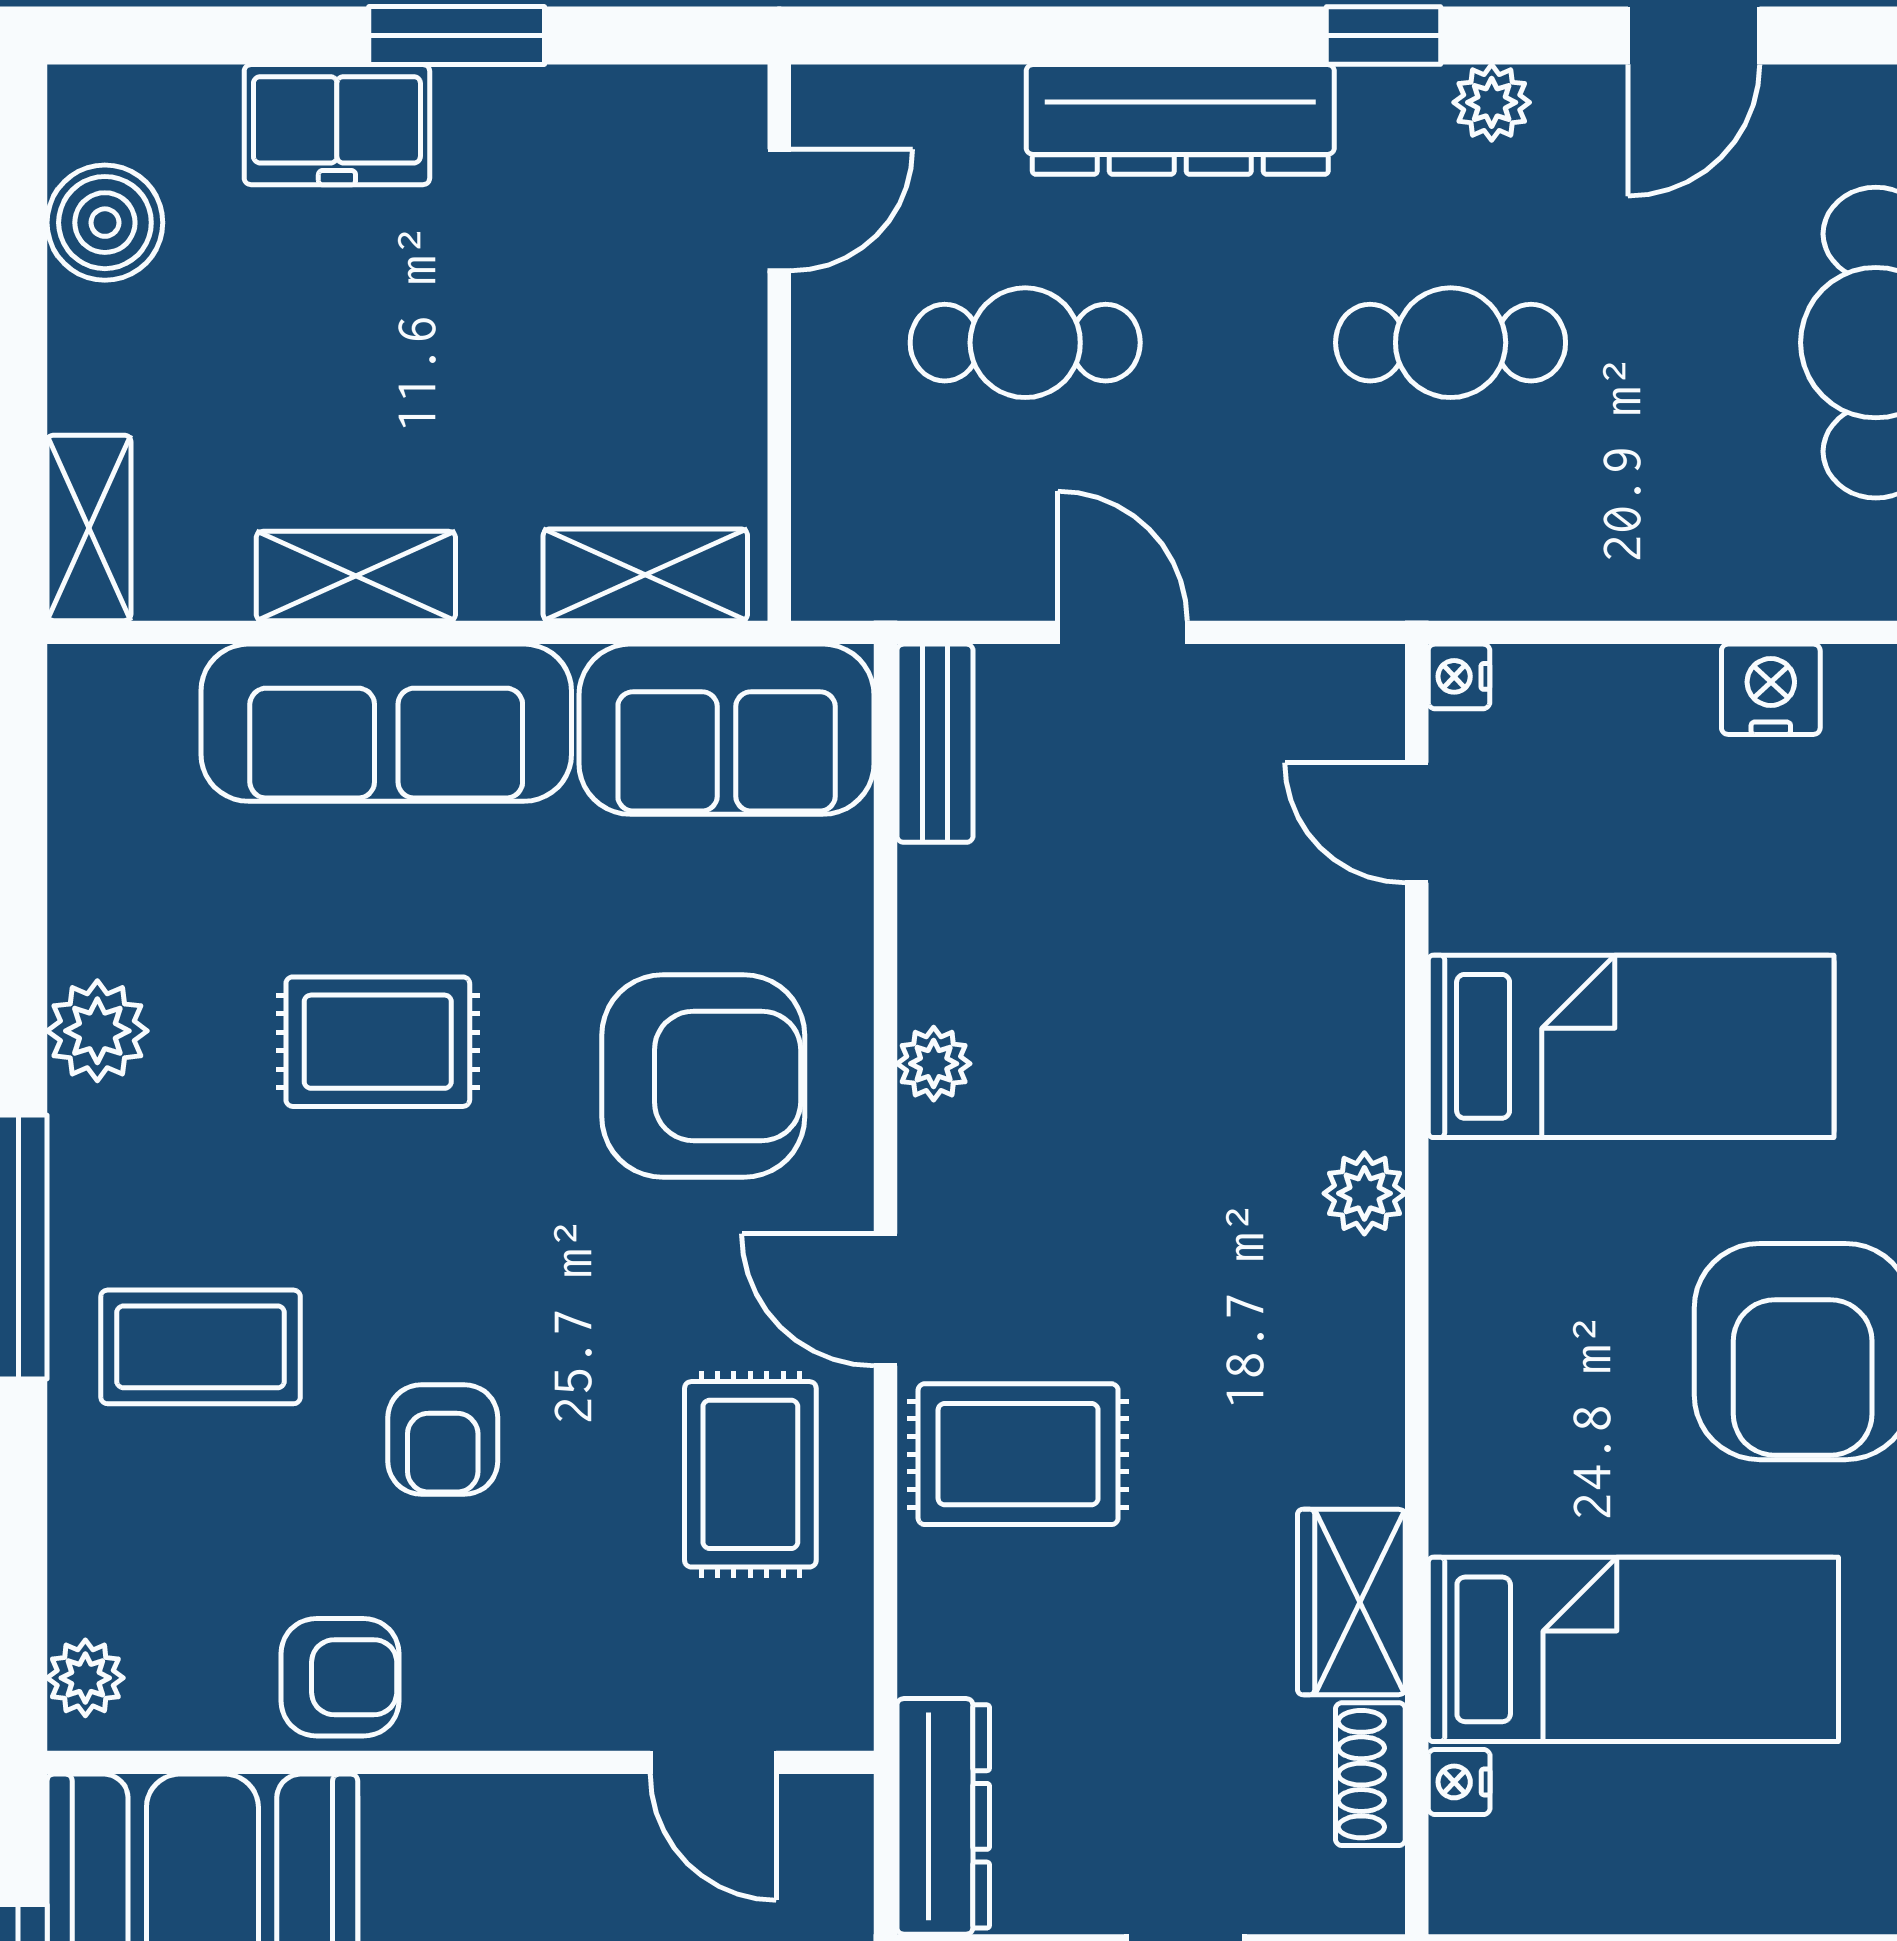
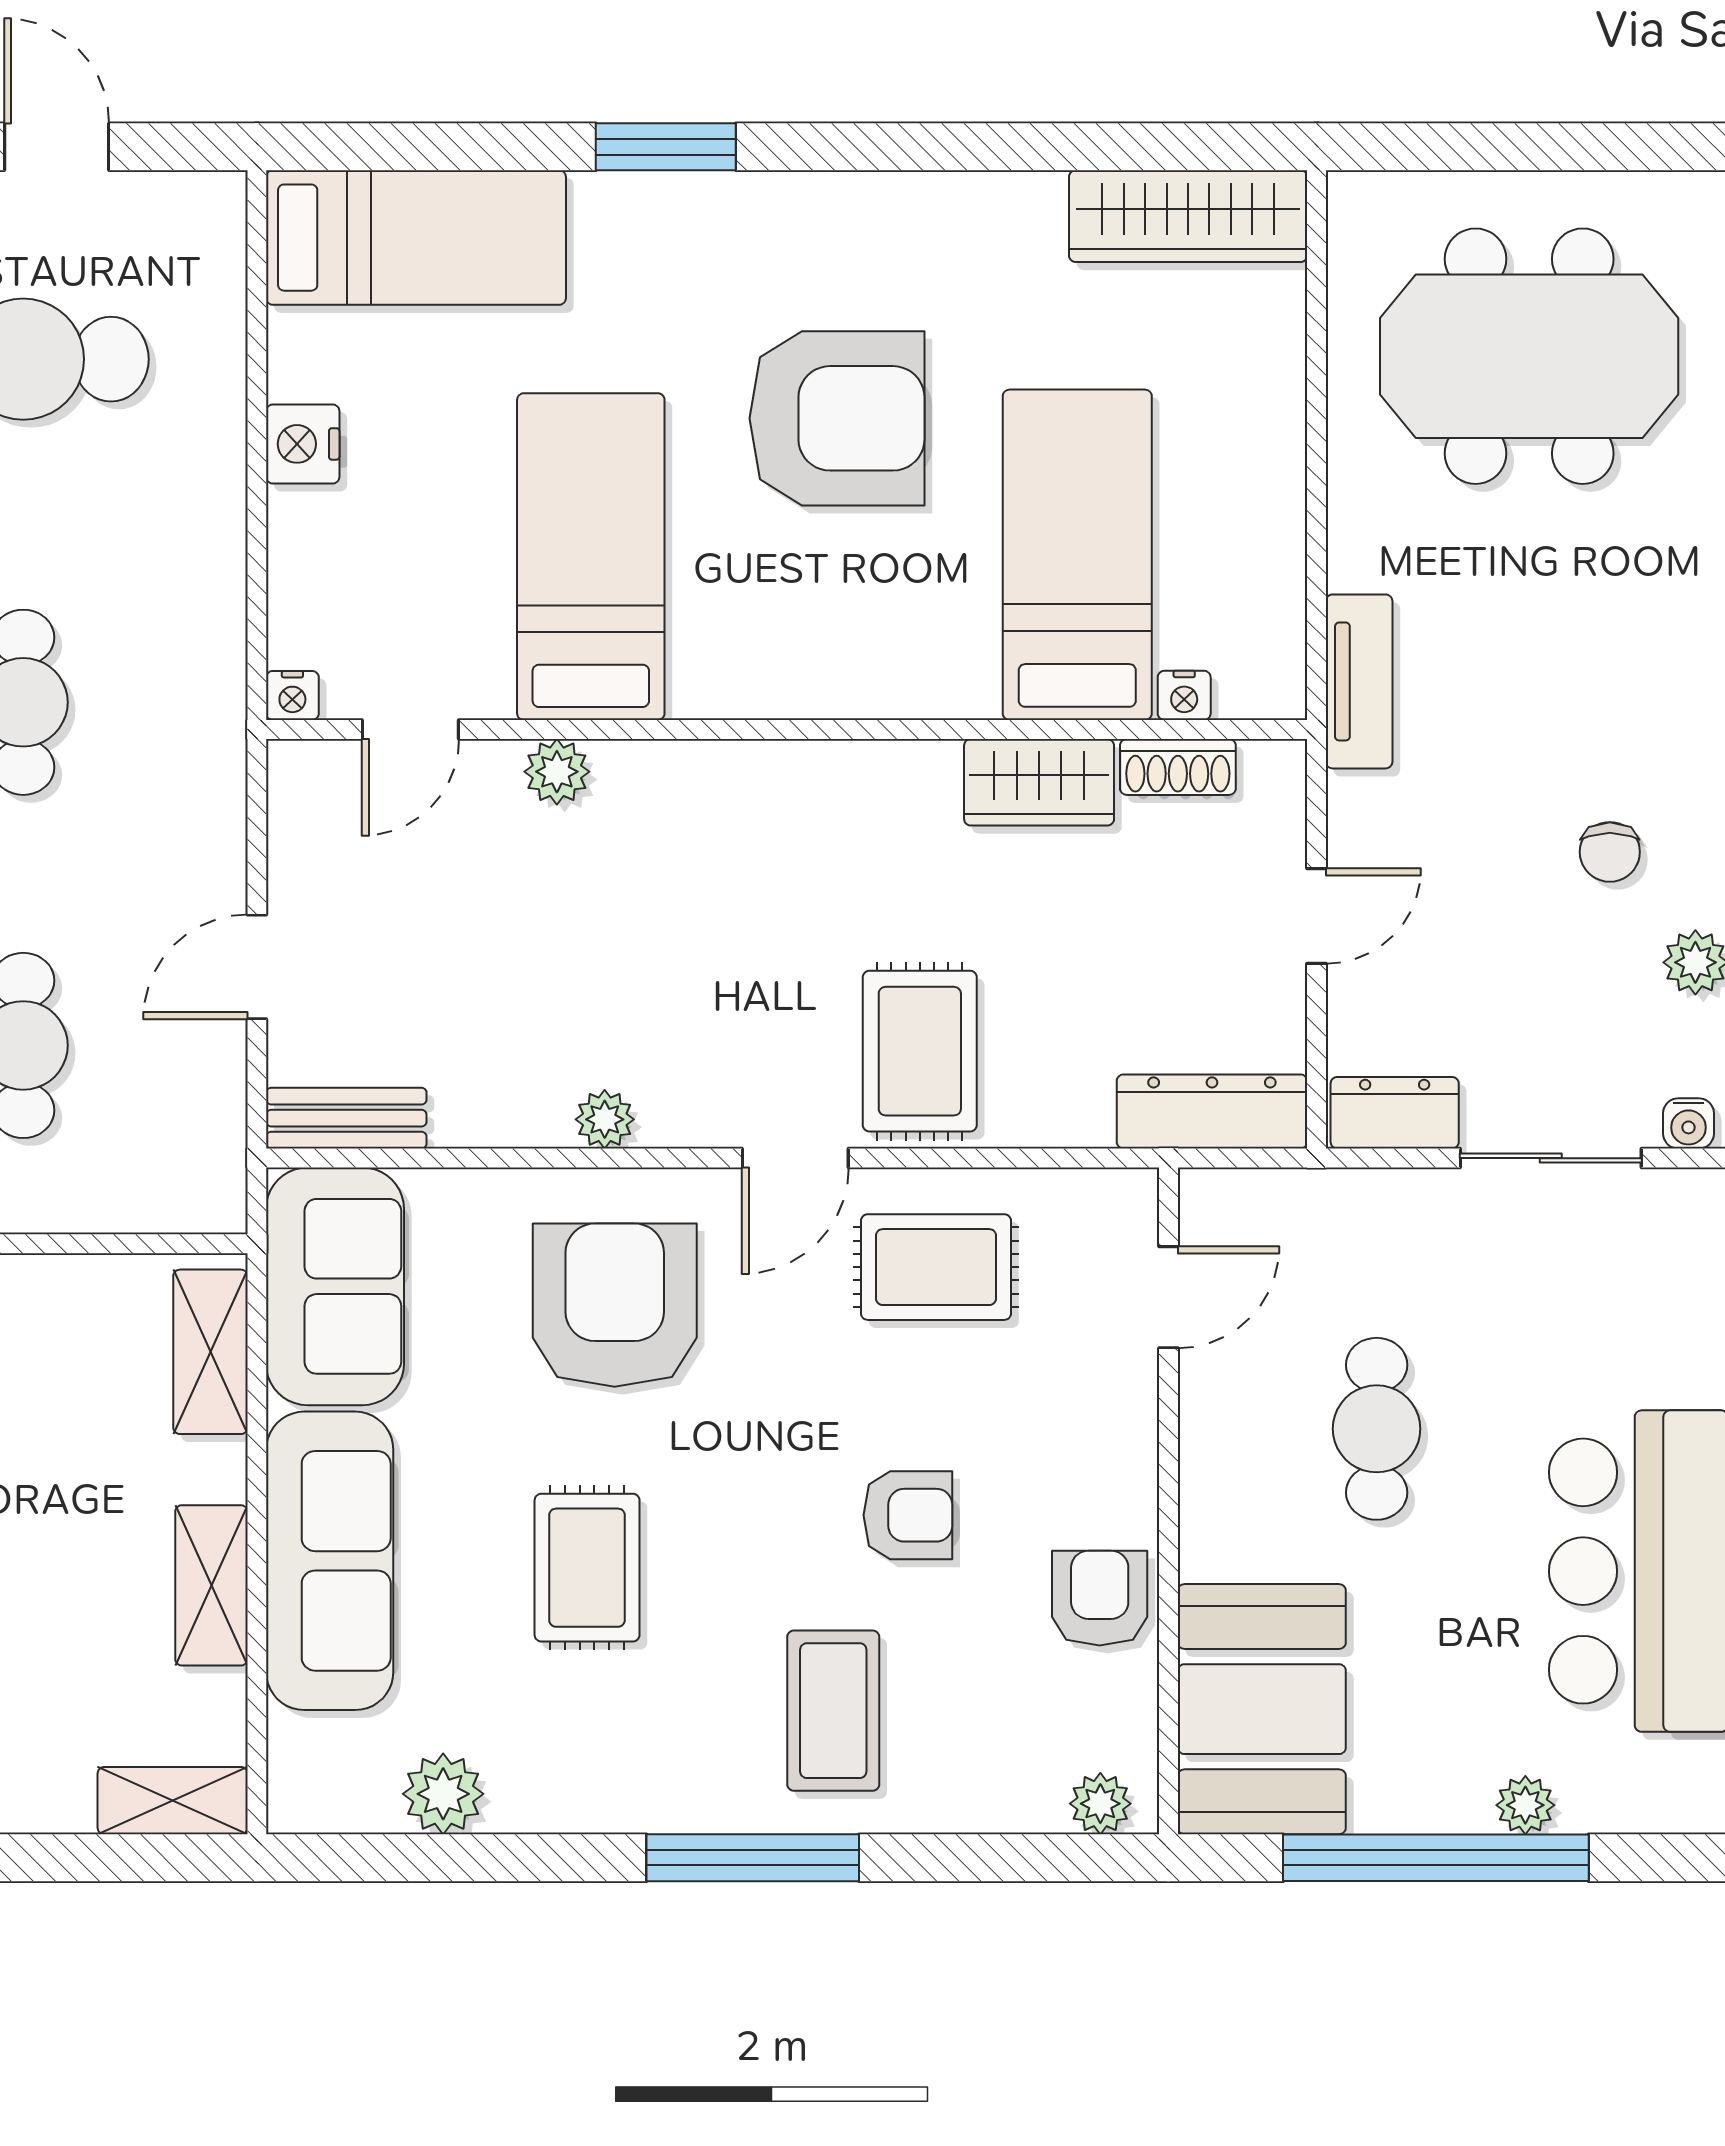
plant: (97, 1031) -> (443, 1794), moved
plant: (1364, 1193) -> (557, 772), moved

